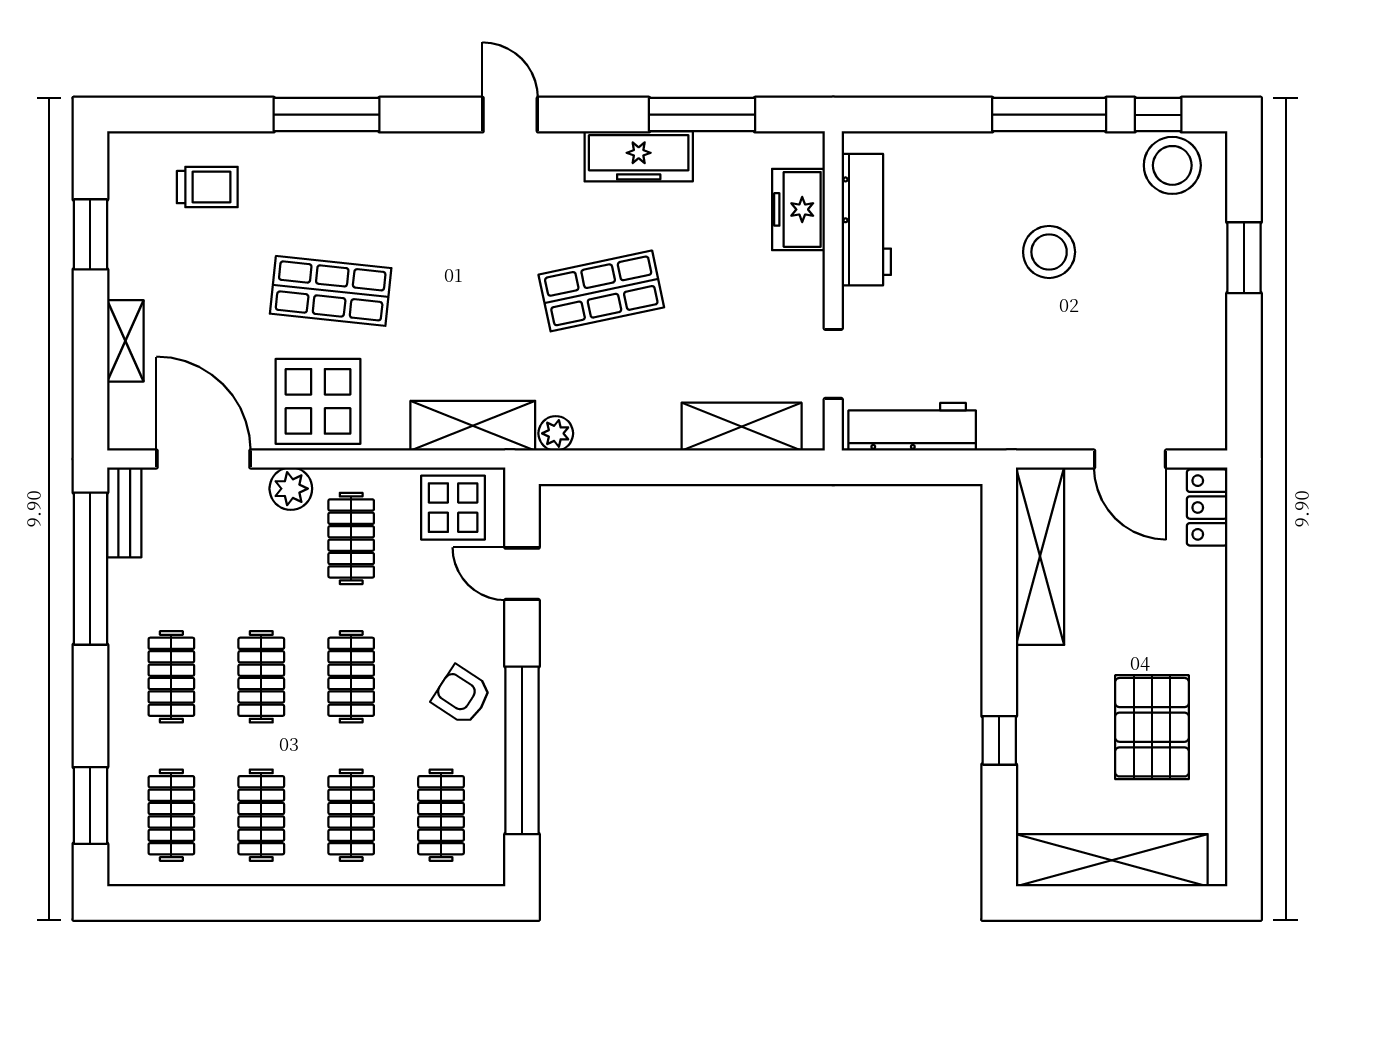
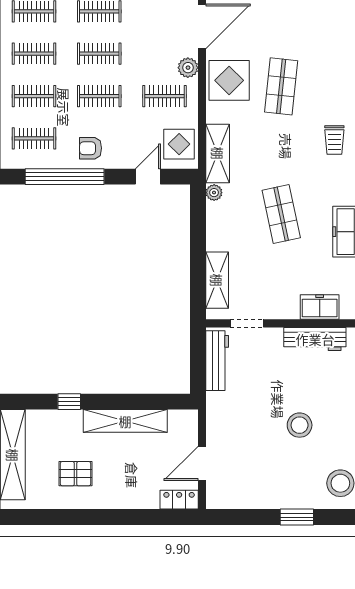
trolley: (207, 187) -> (334, 140), moved
shelving: (1040, 556) -> (125, 421), moved
armchair: (462, 695) -> (91, 148), turned -123
pallet: (1152, 727) -> (75, 474), width x0.67, depth x0.71

